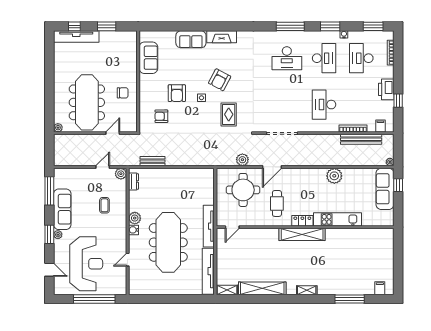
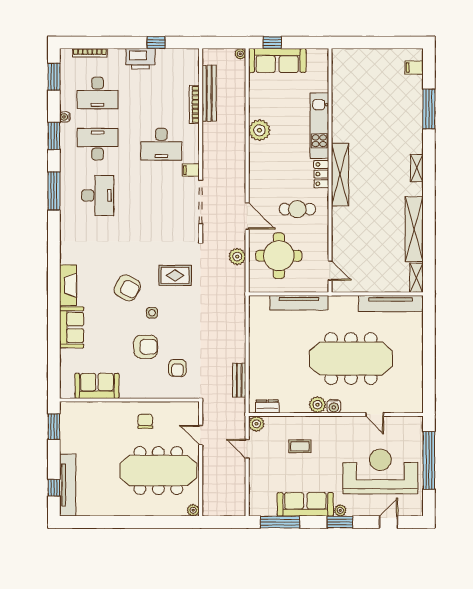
window: (107, 26) -> (54, 427), moved
filing cabinet: (380, 126) -> (191, 170), moved
tv unit: (209, 226) -> (299, 303), moved

